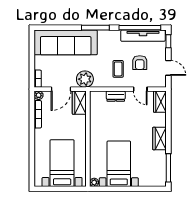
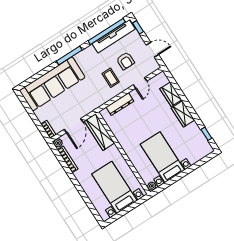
plant: (85, 79) -> (88, 104), removed
door: (140, 89) -> (140, 83), hinge flipped
dresser: (116, 96) -> (120, 104), width x1.44
wardrobe: (160, 102) -> (171, 94), moved
wardrobe: (79, 103) -> (99, 132), width x1.50
window: (168, 168) -> (206, 134), width x0.46

